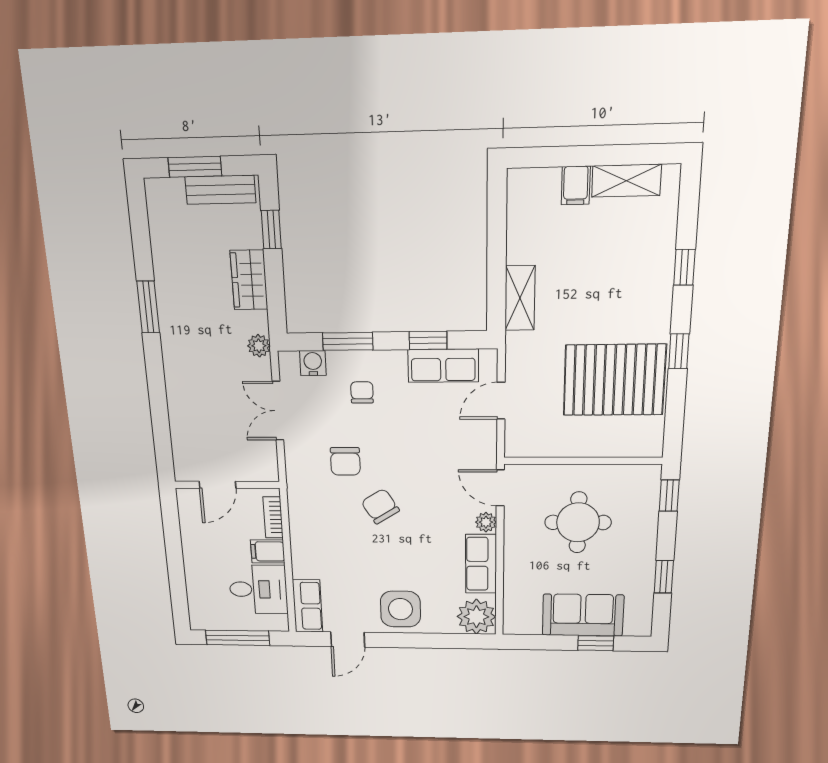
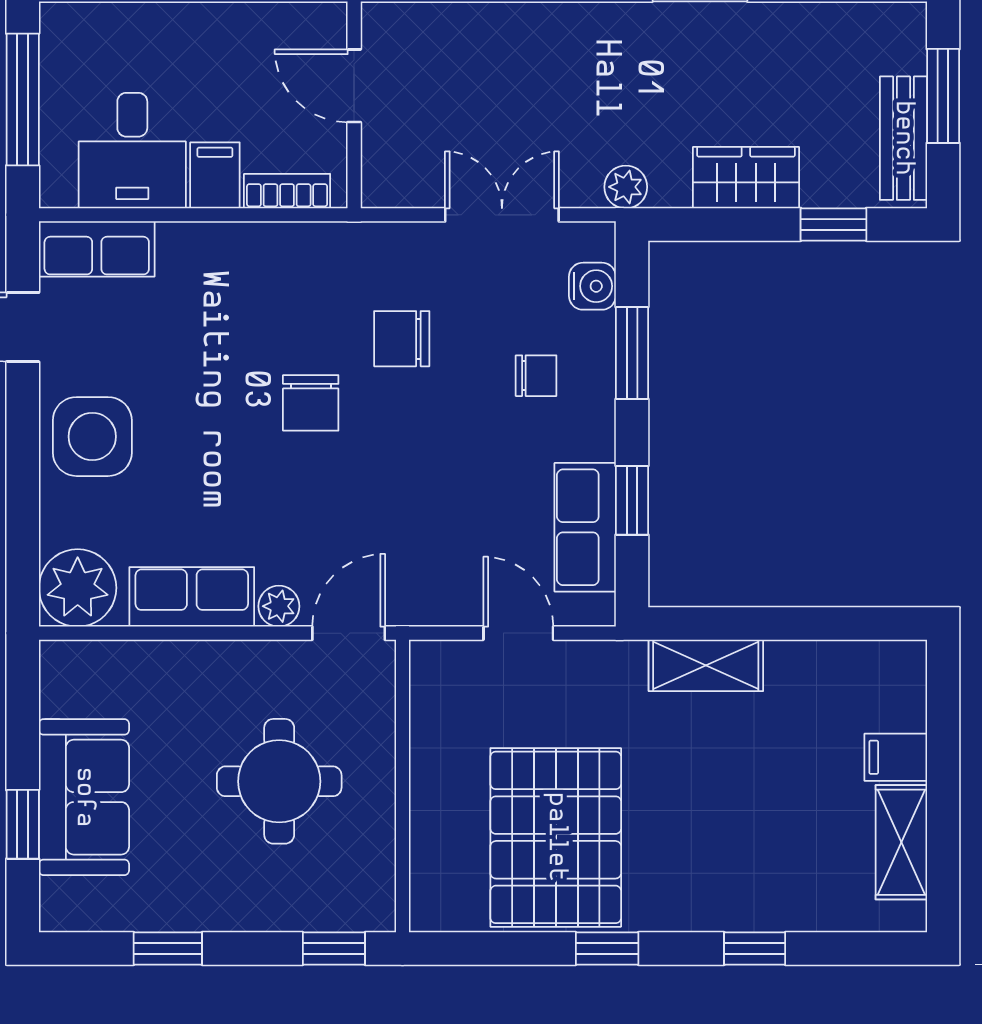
chair: (380, 506) -> (311, 403), turned 122

